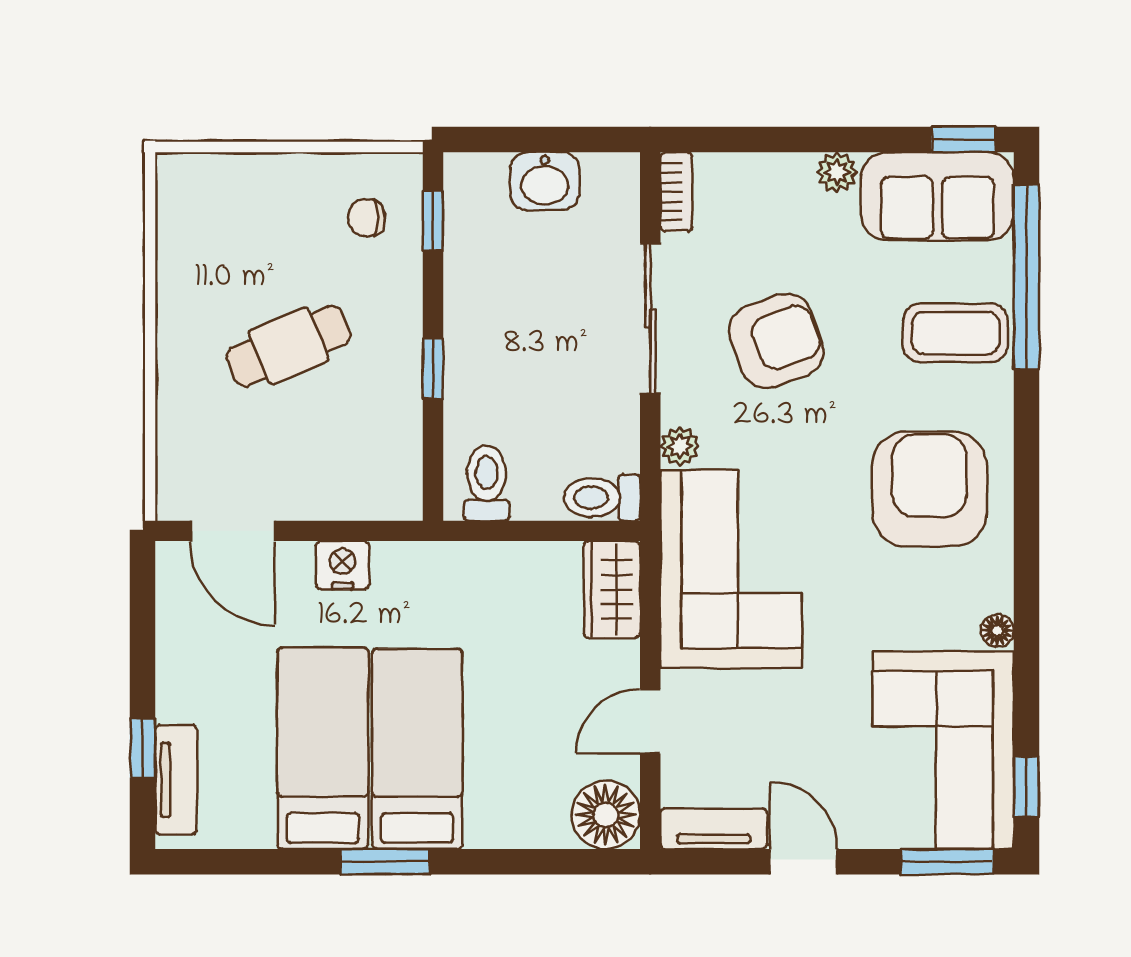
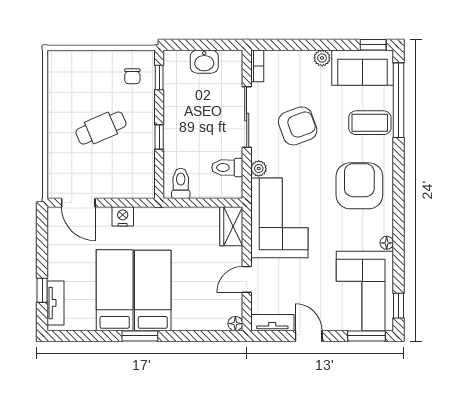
chair: (367, 218) -> (132, 76), turned -90
toilet: (602, 498) -> (227, 168), moved
floor lamp: (606, 815) -> (235, 324), width x0.53, depth x0.53

